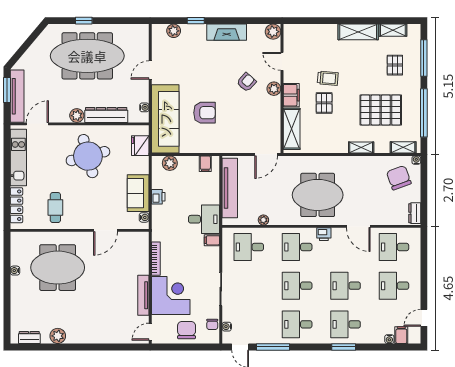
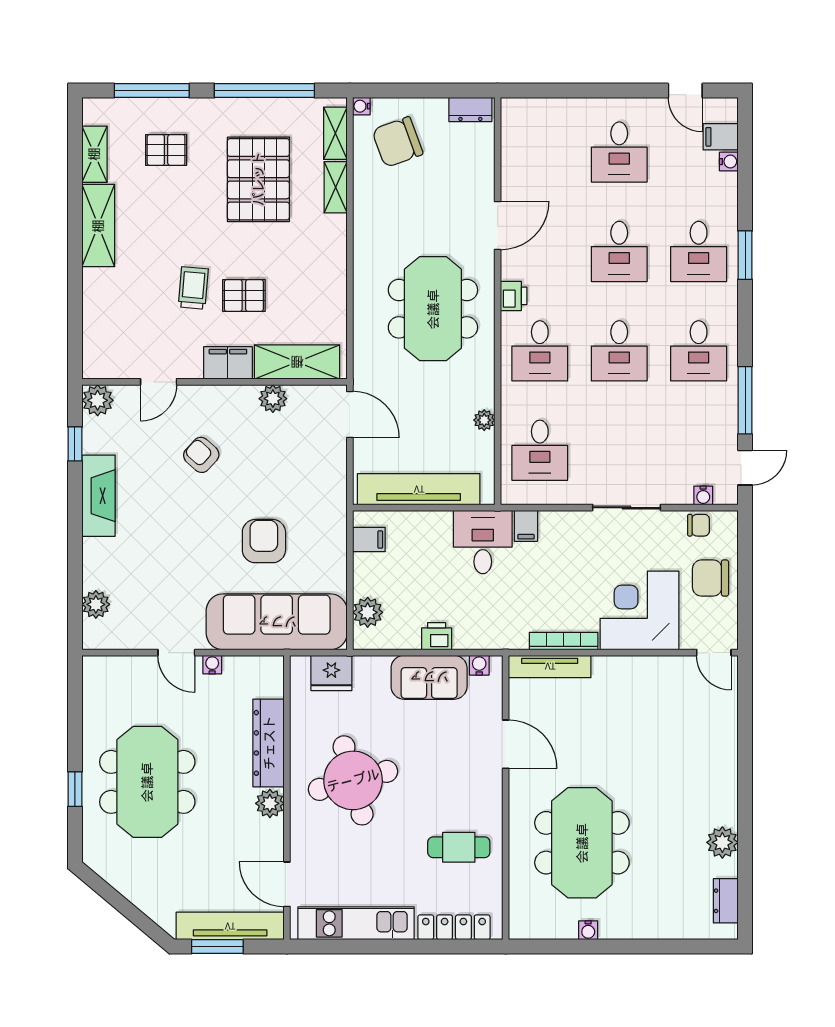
window: (196, 21) -> (75, 444), moved
meeting table: (87, 56) -> (147, 782), width x0.73
plant: (274, 89) -> (273, 399), moved
water cooler: (144, 107) -> (212, 665), moved
shelving: (361, 148) -> (336, 187), moved
desk: (394, 247) -> (540, 152), removed
tv unit: (143, 295) -> (550, 666), moved

